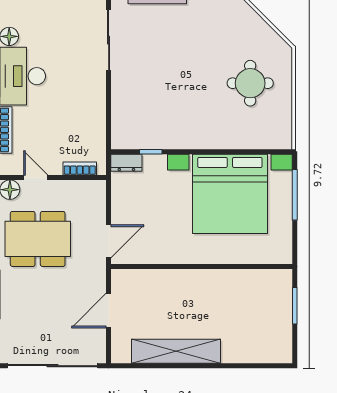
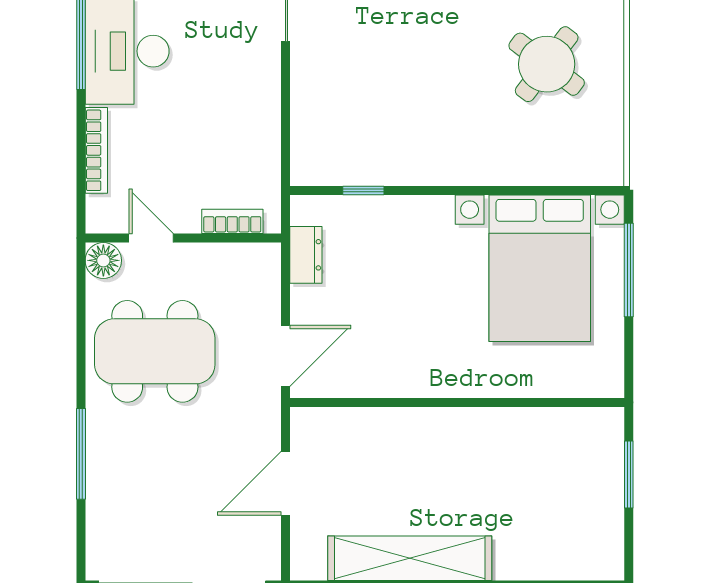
round table: (250, 83) -> (547, 64), turned 37
dresser: (126, 163) -> (306, 255), moved, turned -90
bed with nightstands: (230, 194) -> (540, 268), width x0.73

